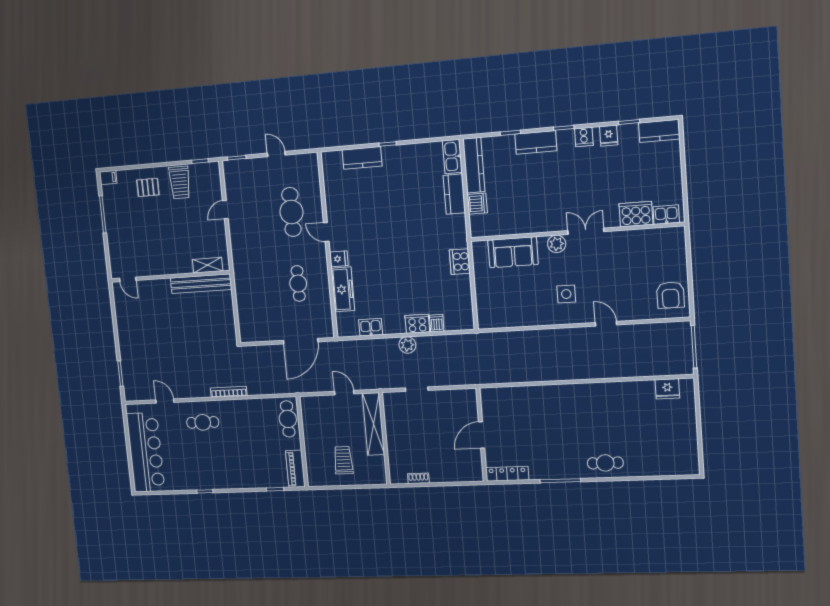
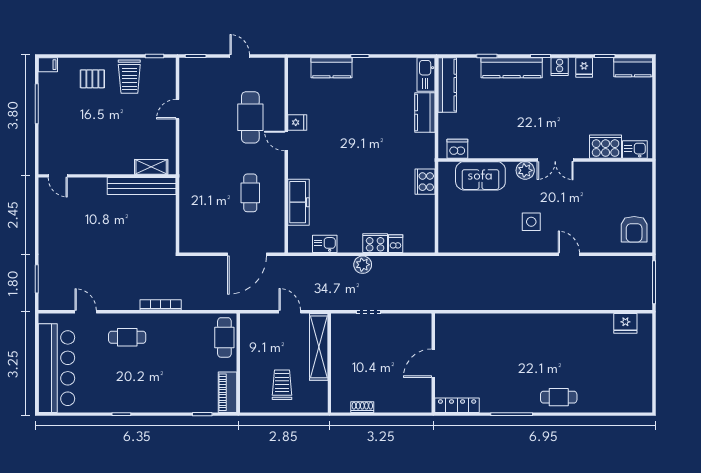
kitchen counter: (536, 142) -> (512, 68), width x1.50
dishwasher: (477, 204) -> (457, 149), moved, turned -90
double door: (586, 231) -> (555, 160), swing flipped
fridge: (339, 259) -> (297, 122), moved

